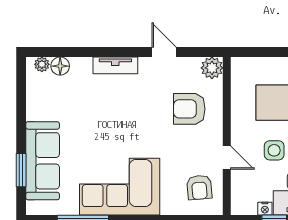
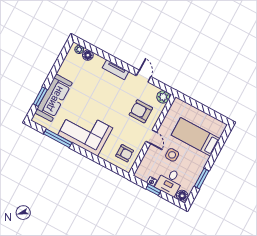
door: (227, 158) -> (151, 137), moved
armchair: (199, 187) -> (125, 153), turned -85

